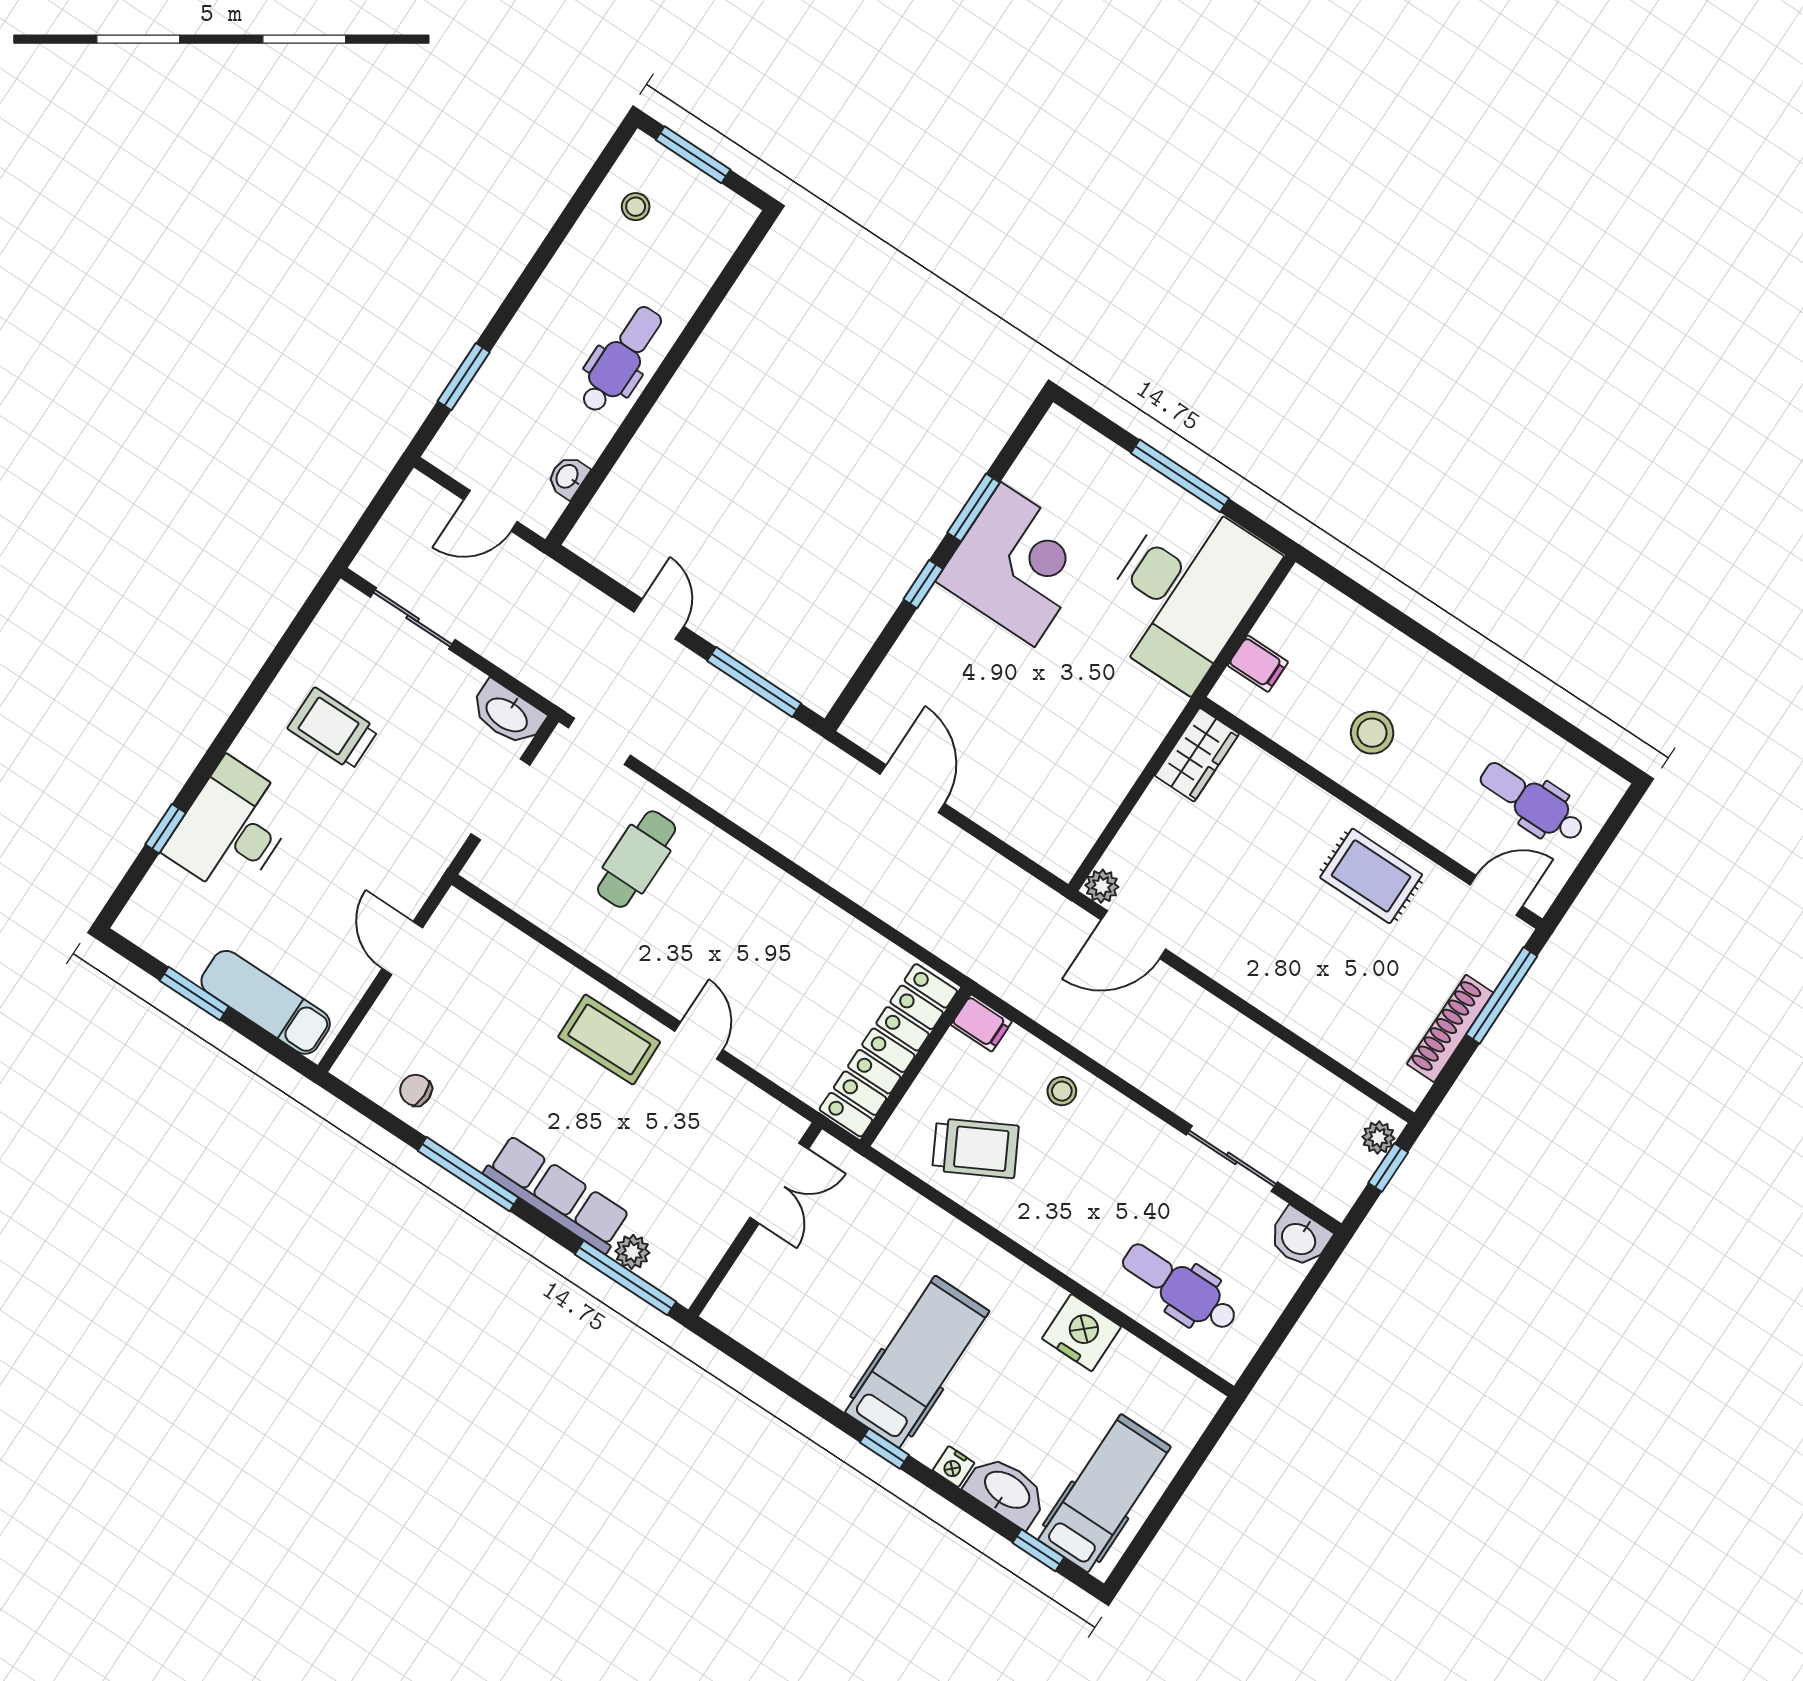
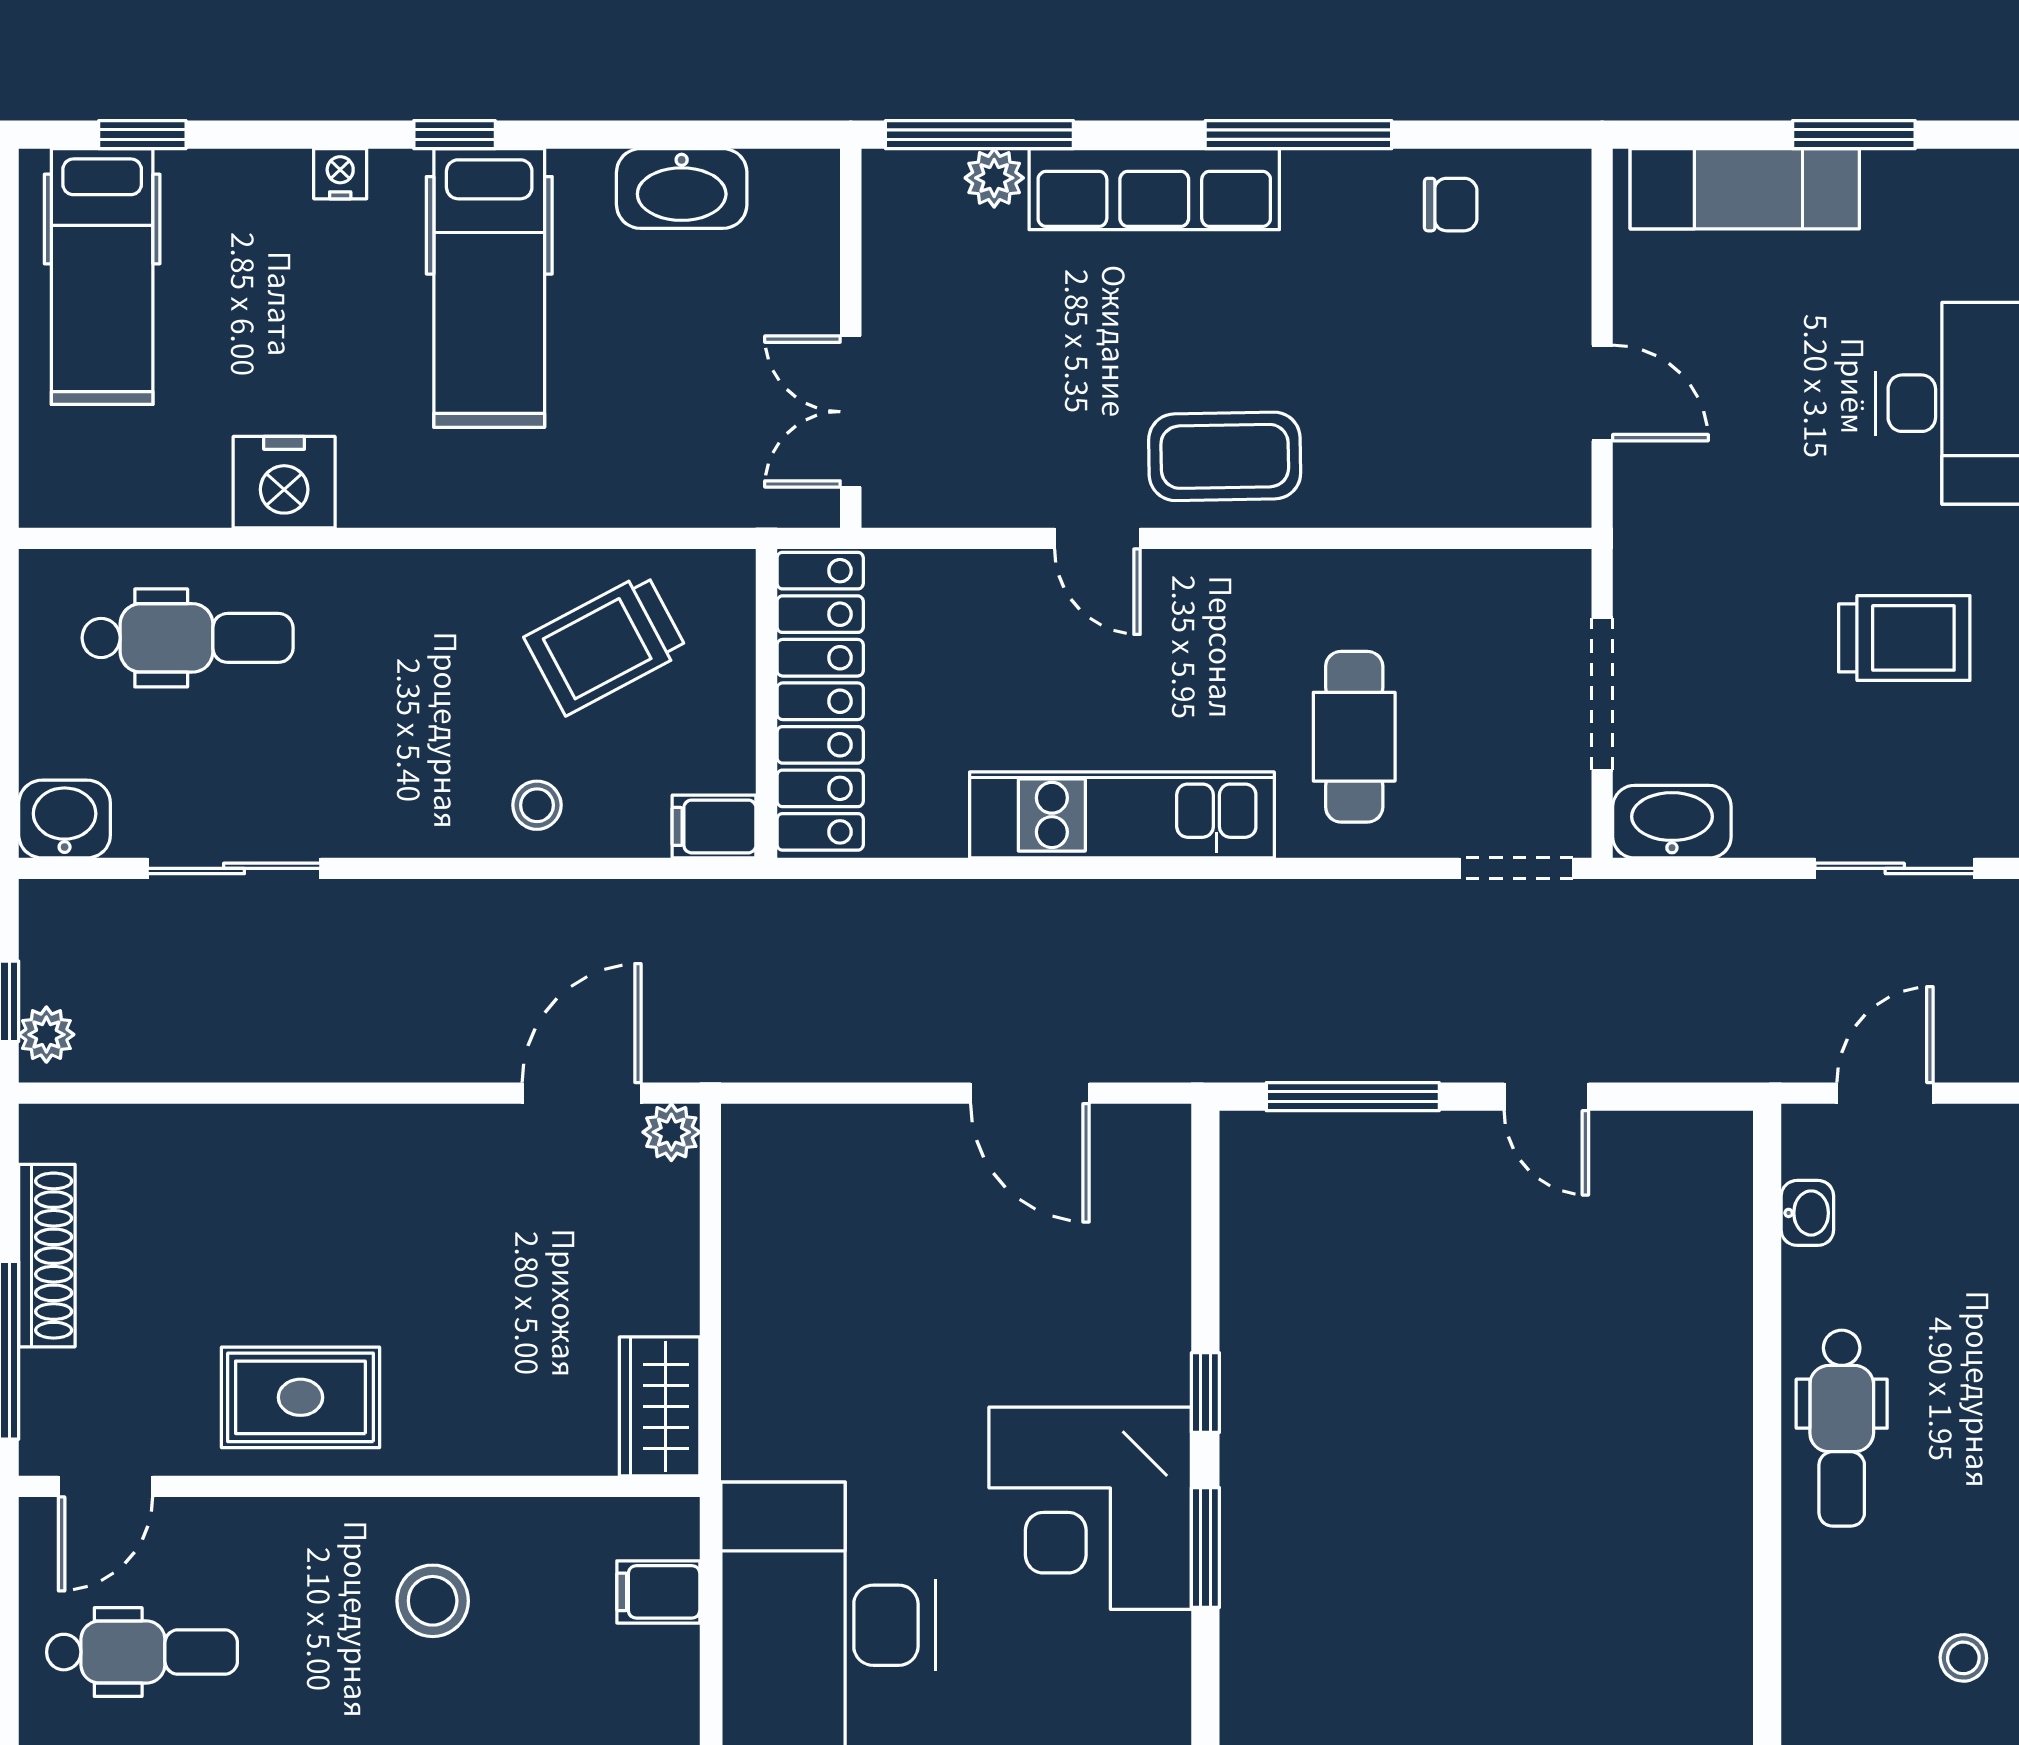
kitchen unit: (776, 896) -> (1122, 815), added
washbasin: (1006, 1491) -> (682, 189), moved

